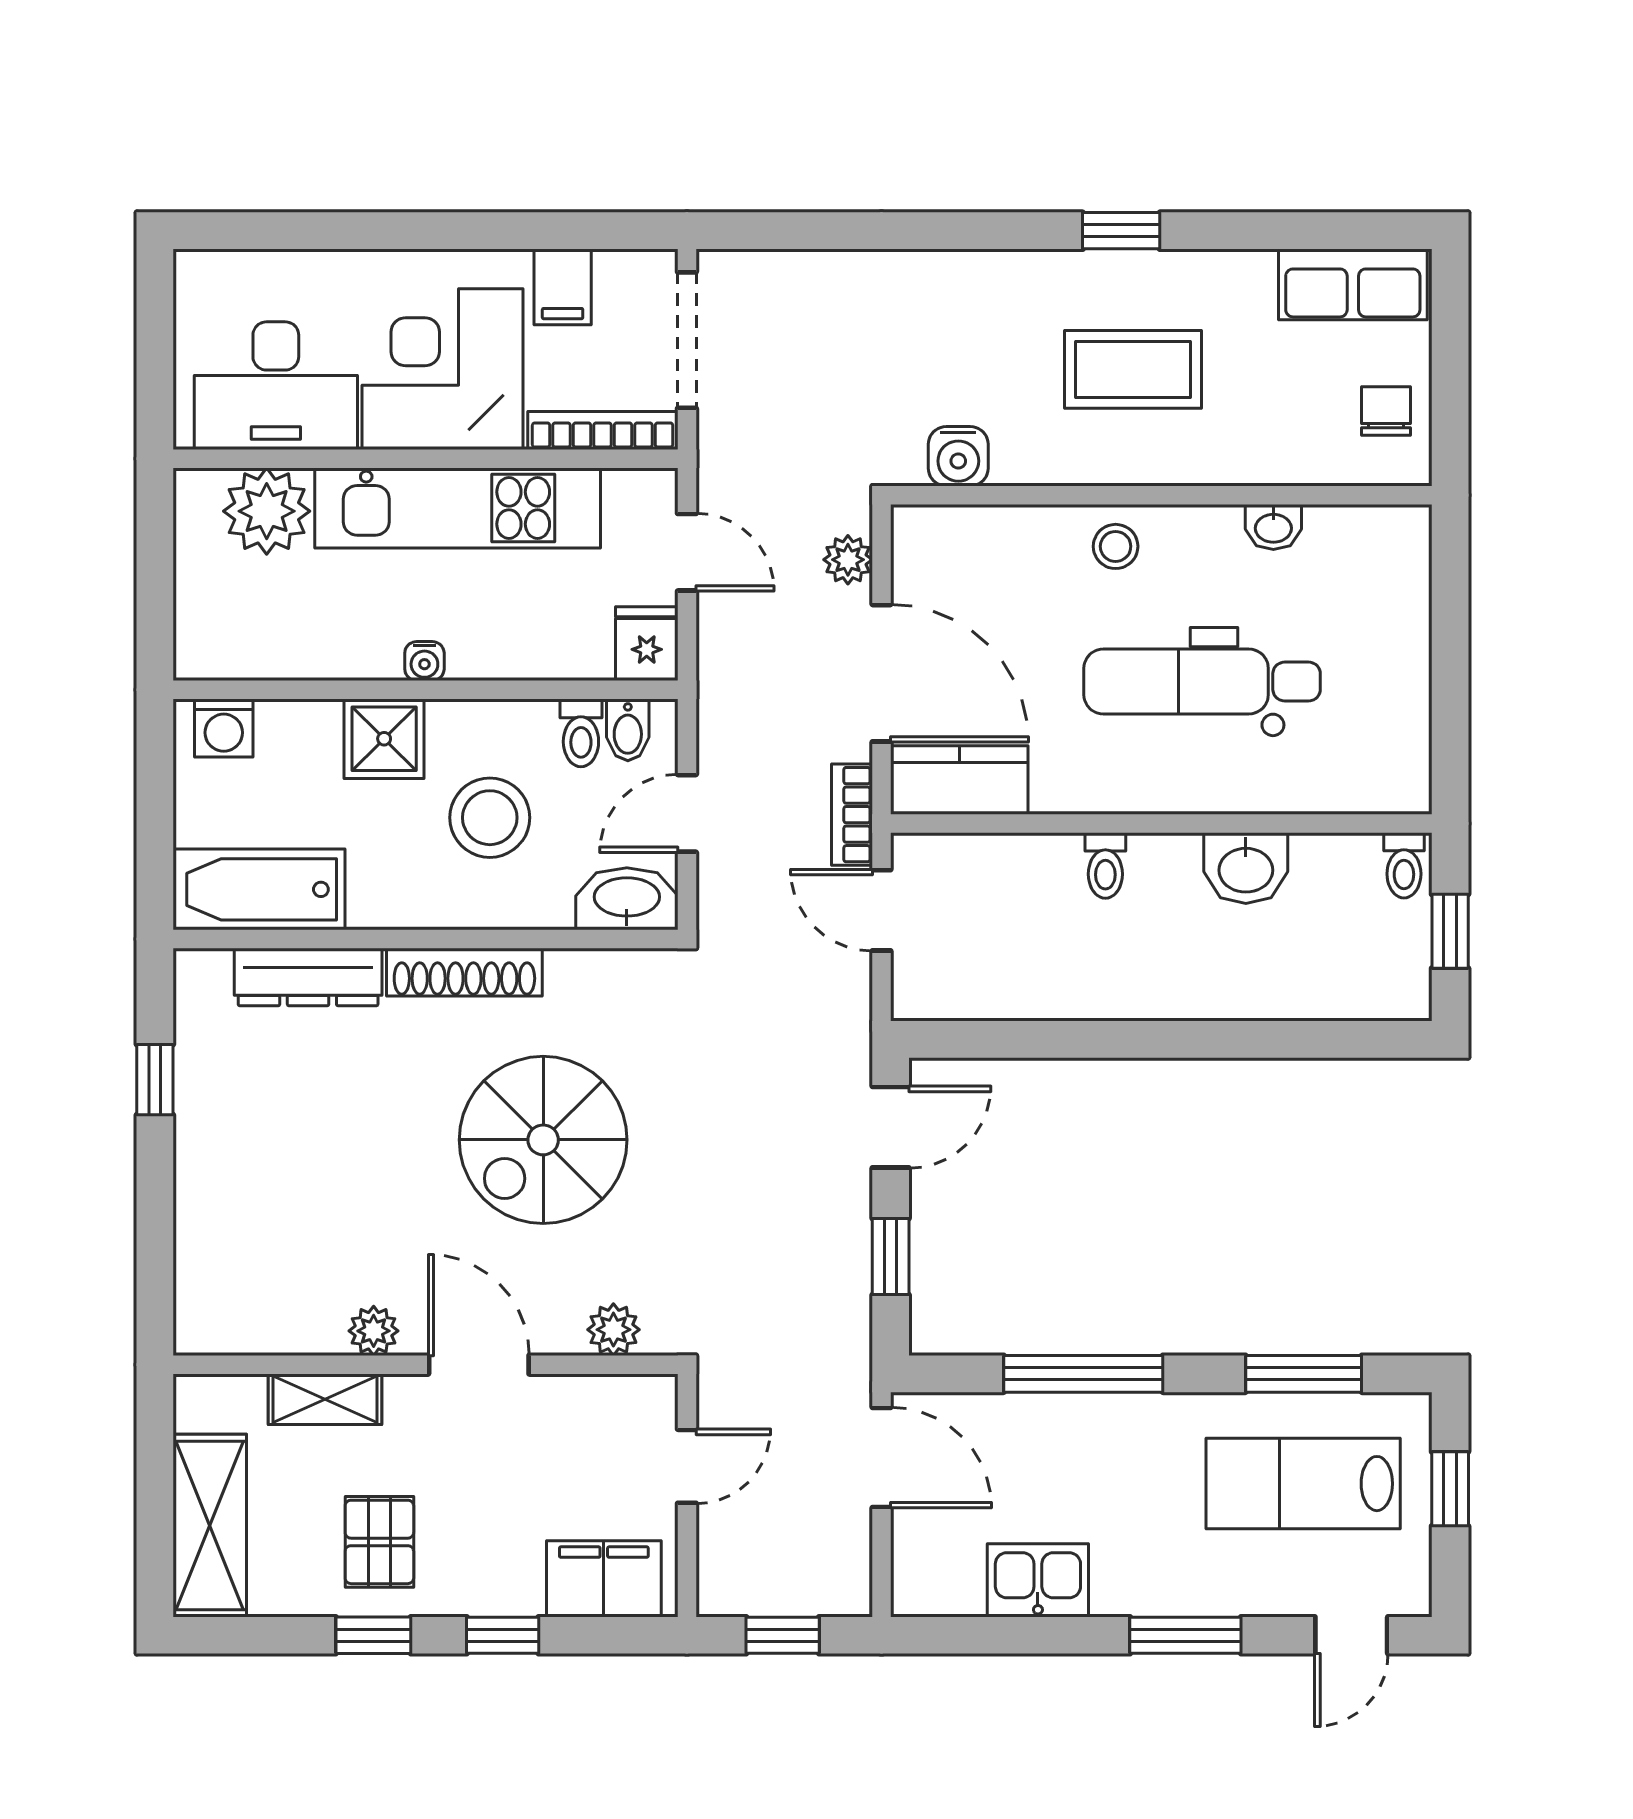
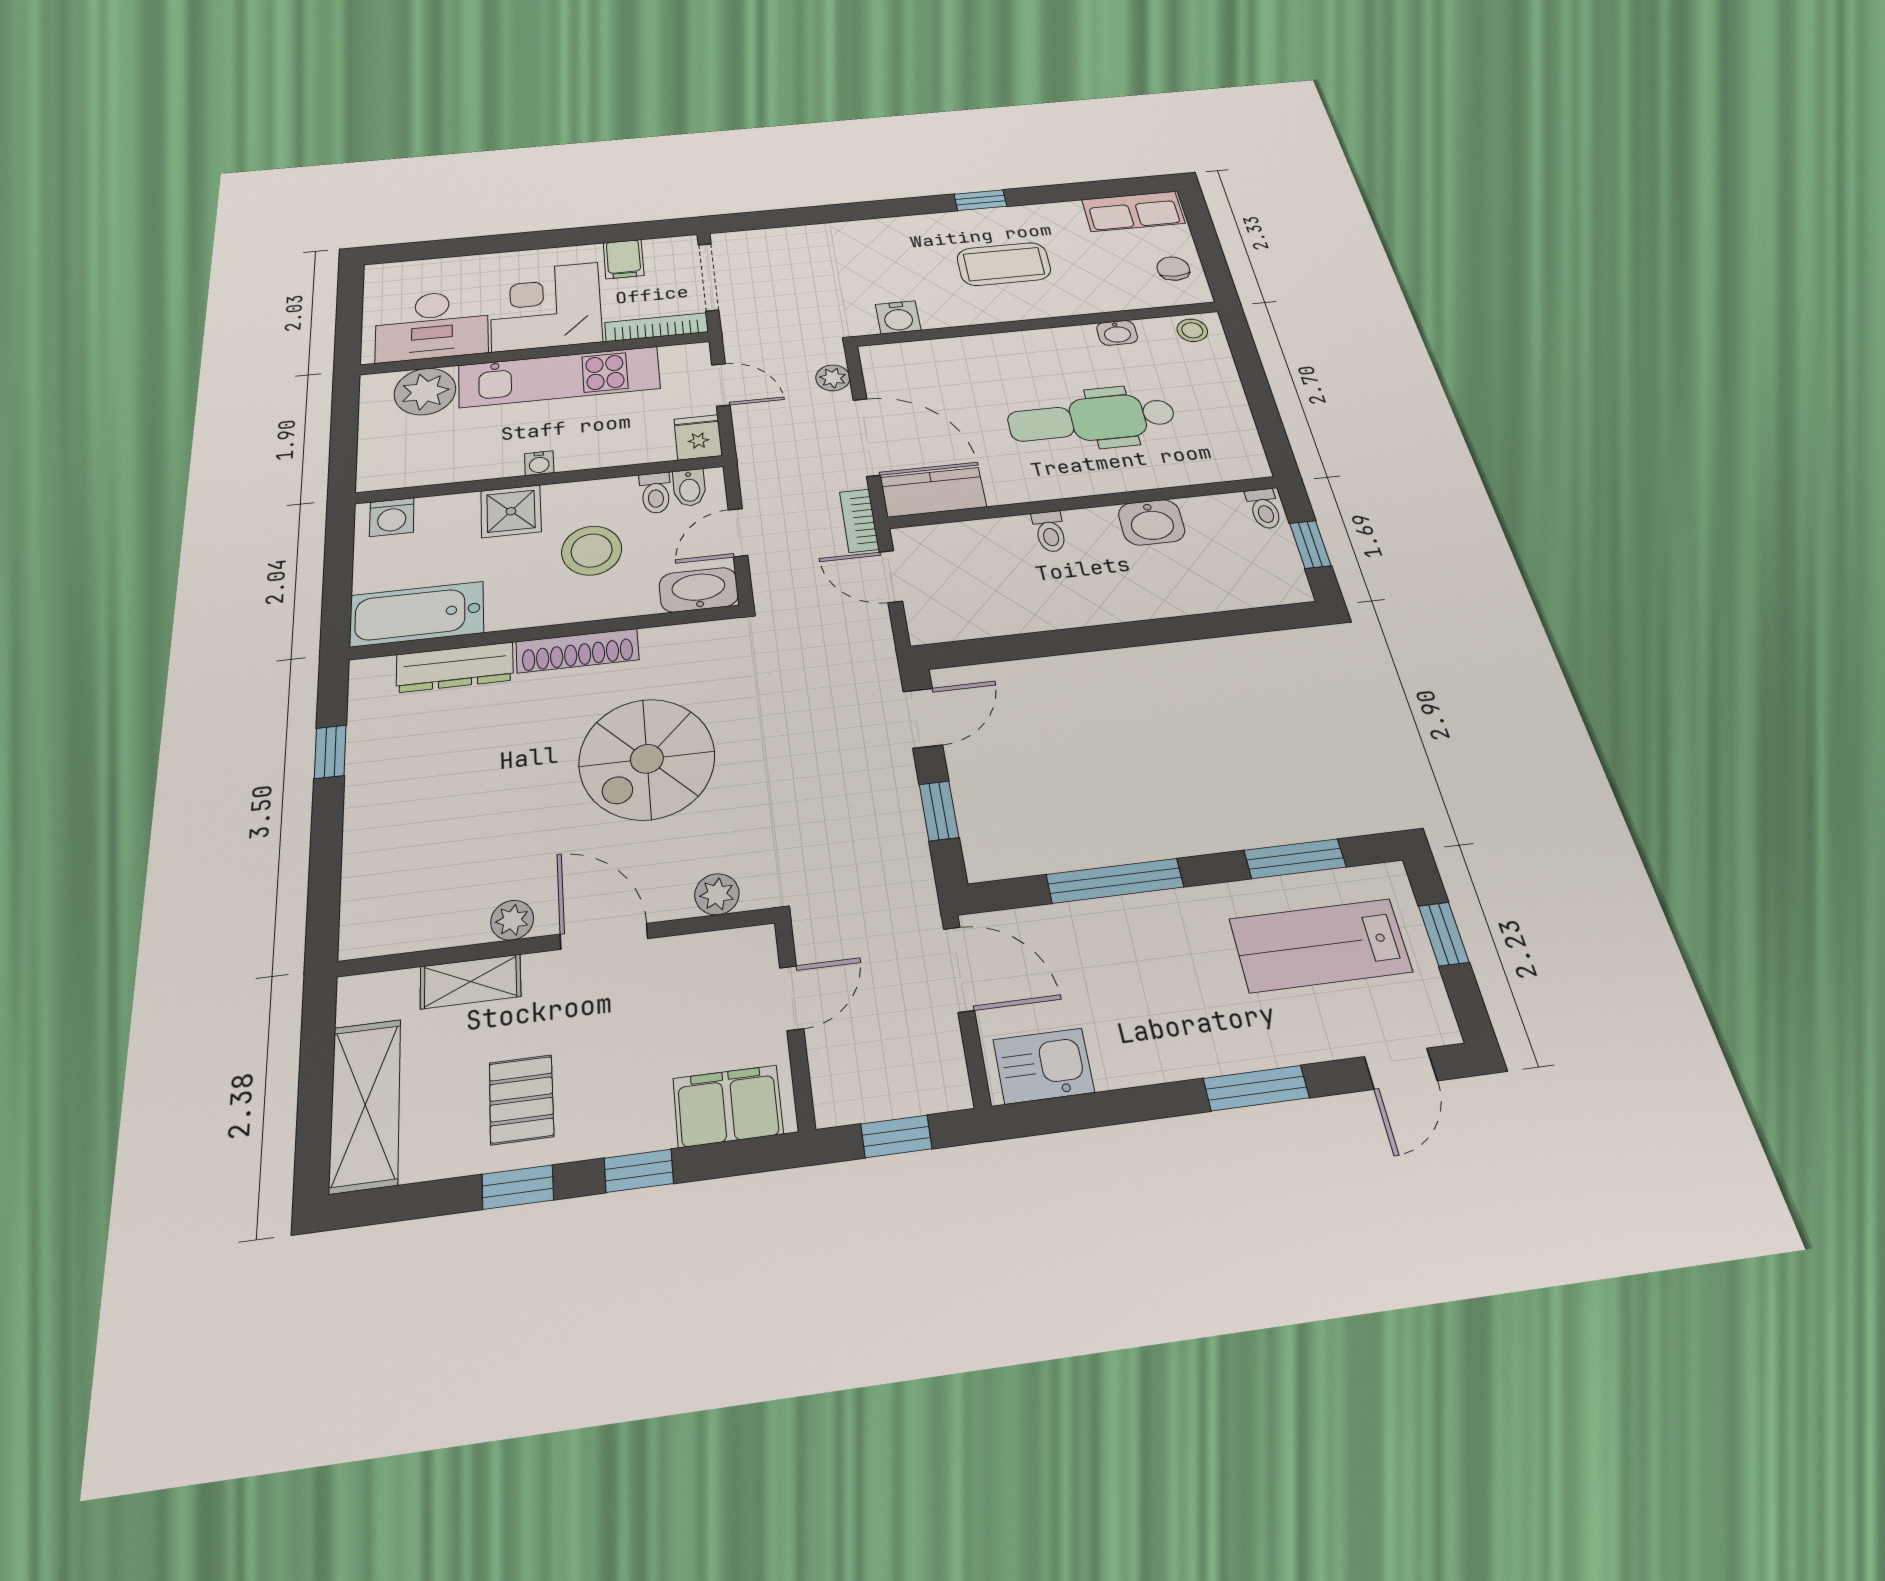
stool: (1116, 546) -> (1192, 330), moved
kitchen sink: (1038, 1580) -> (1044, 1066), moved

